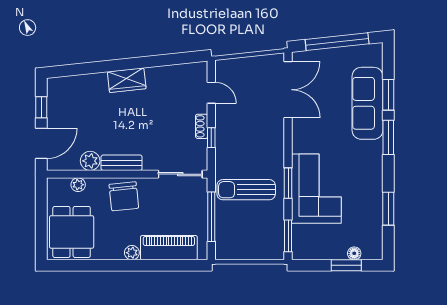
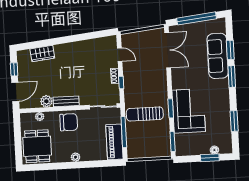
wardrobe: (127, 80) -> (42, 54), moved
chair: (124, 196) -> (69, 122), turned -84
piano: (169, 248) -> (114, 142), moved, turned -90

